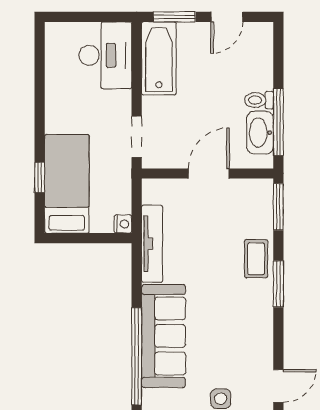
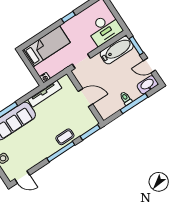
window: (278, 122) -> (134, 104), moved
washbasin: (260, 133) -> (148, 85), moved
window: (40, 177) -> (68, 17), moved
window: (278, 284) -> (61, 152), width x1.44

